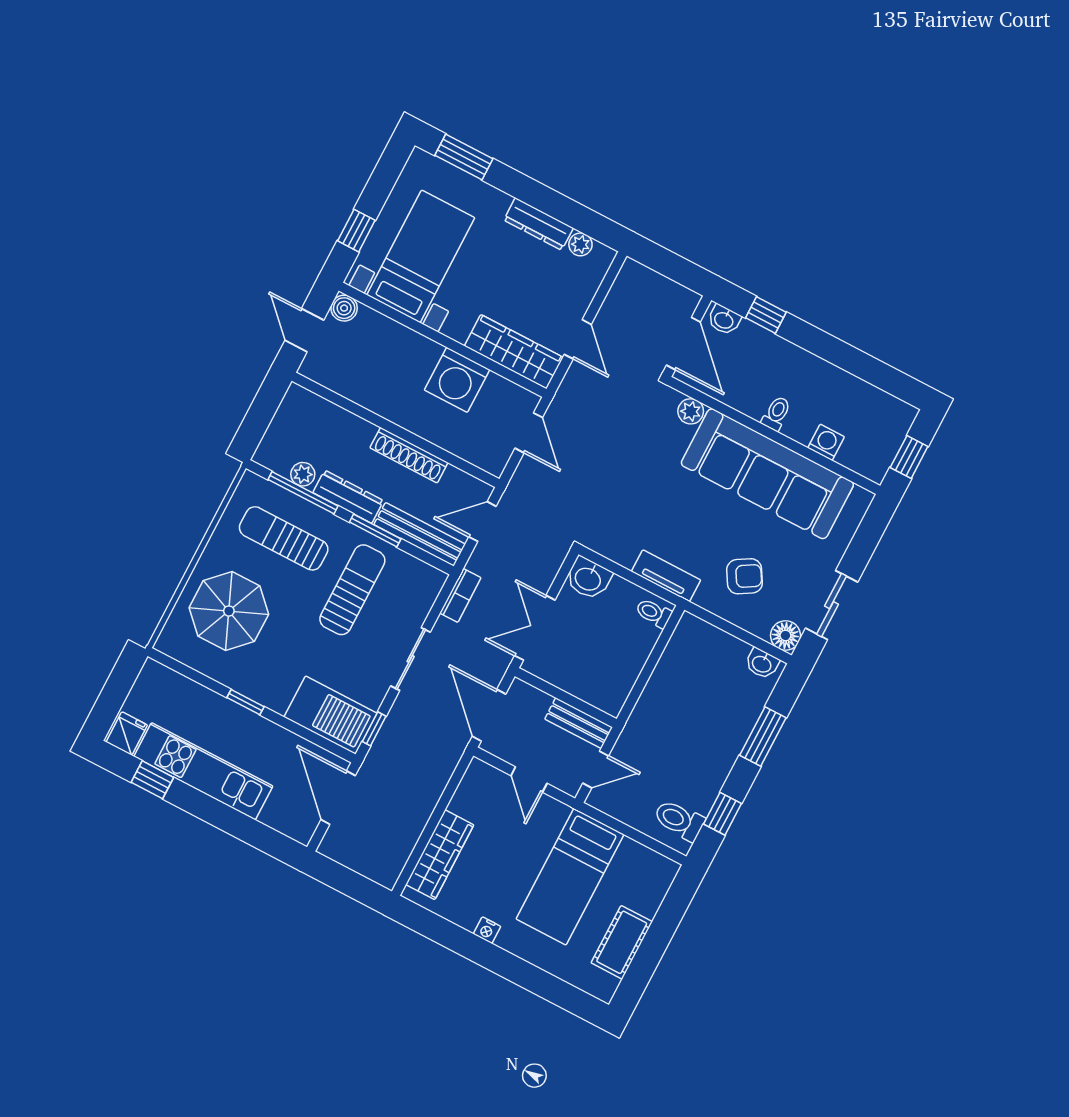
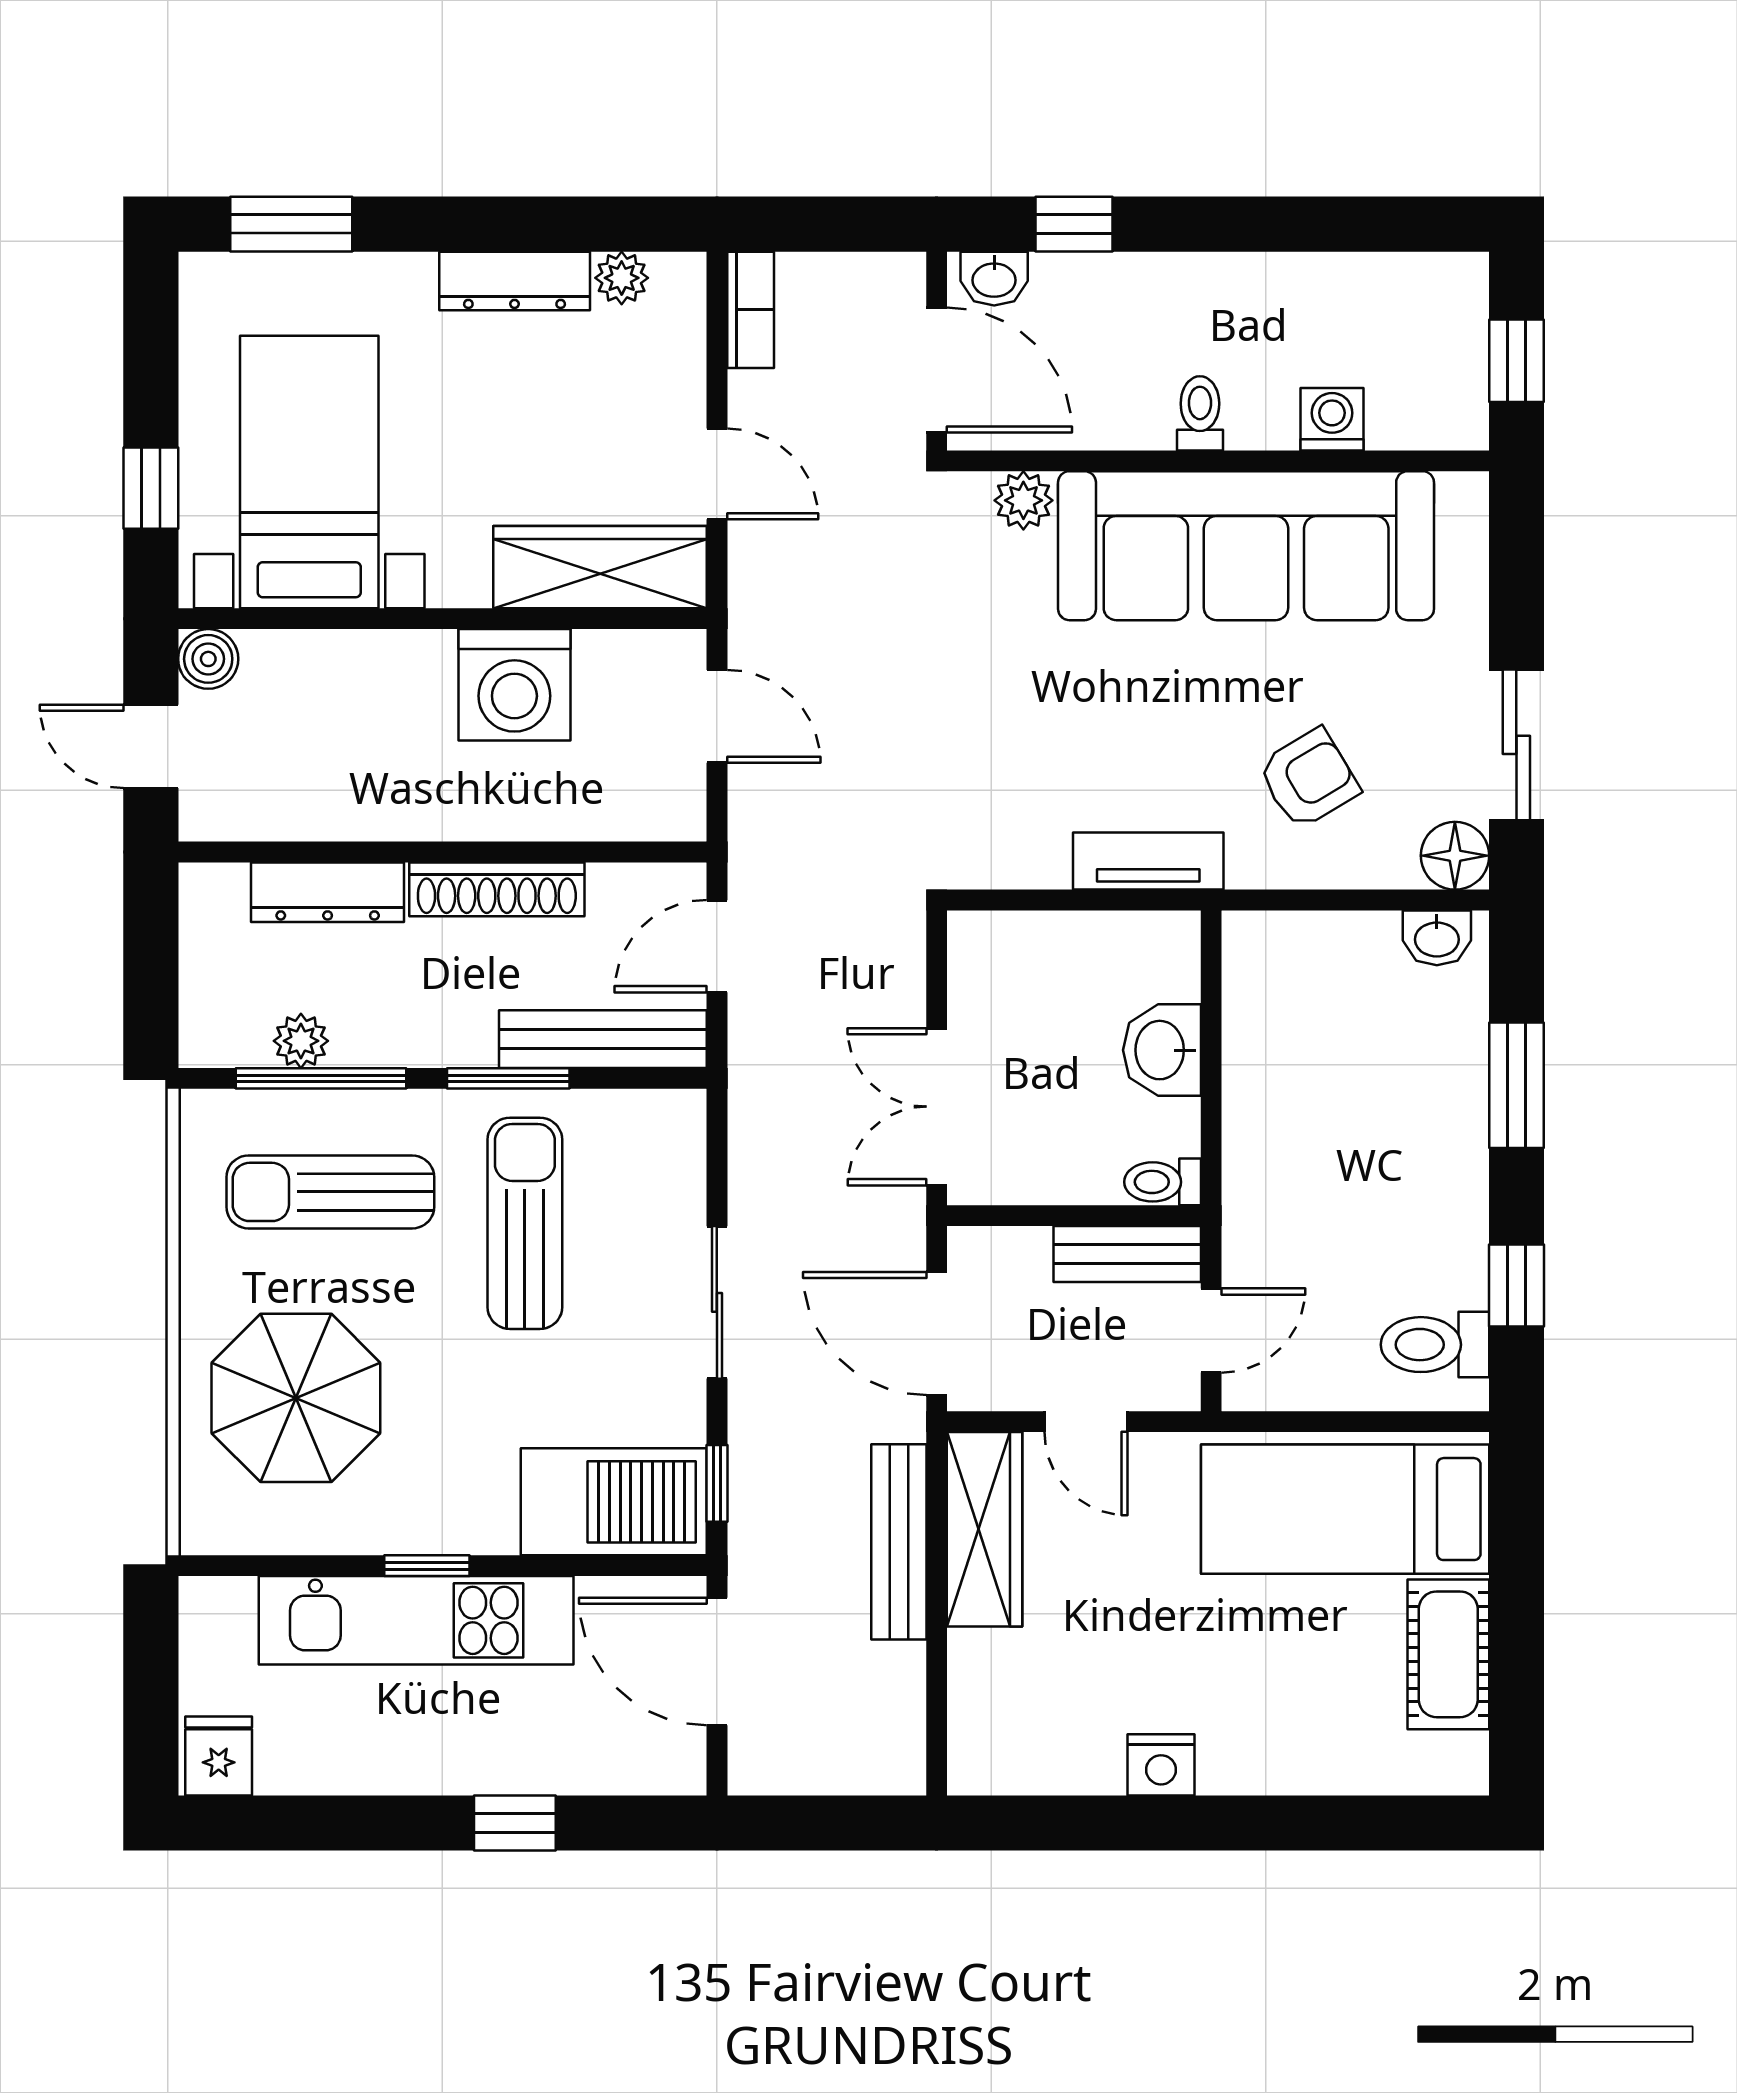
dresser: (348, 497) -> (328, 892), moved, turned 180
washbasin: (588, 578) -> (1162, 1050), moved, turned 90
bookcase: (460, 595) -> (751, 310), moved
toilet: (654, 613) -> (1163, 1182), moved
kitchen unit: (203, 771) -> (416, 1620), moved, turned 180
window: (152, 780) -> (515, 1823), moved
bench: (432, 788) -> (899, 1542), added
wardrobe: (440, 855) -> (985, 1529), moved
bed: (570, 877) -> (1345, 1509), moved, turned 90
nightstand: (487, 930) -> (1161, 1765), width x1.39, depth x1.35

